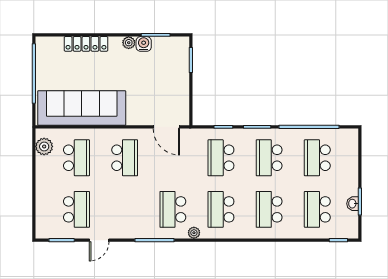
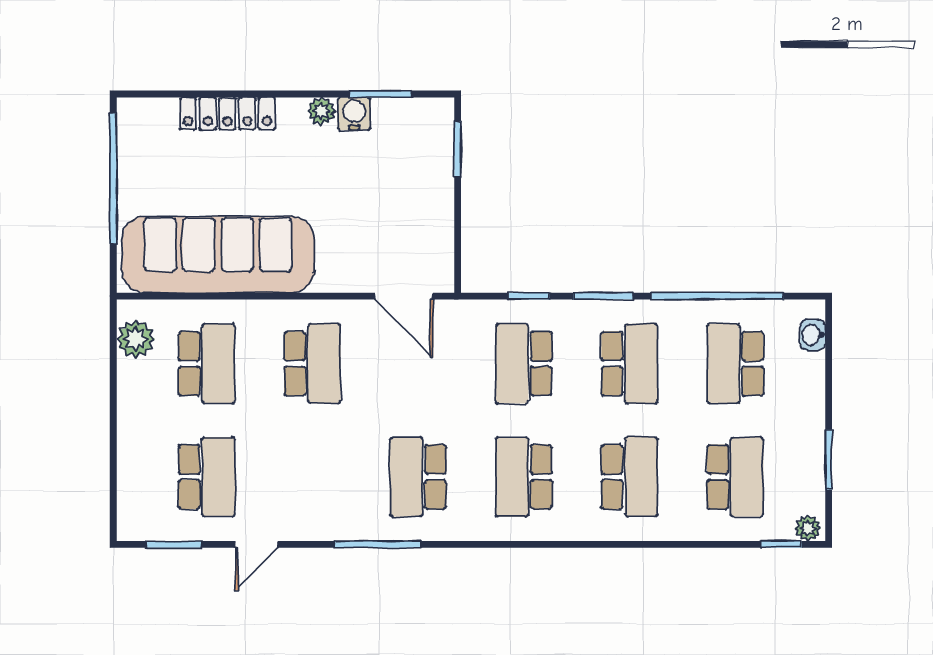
school desk: (269, 158) -> (629, 364), turned 180
washbasin: (353, 204) -> (813, 335), moved
school desk: (269, 209) -> (629, 477), turned 180
school desk: (317, 209) -> (735, 477), turned 180
plant: (194, 233) -> (808, 528), moved

